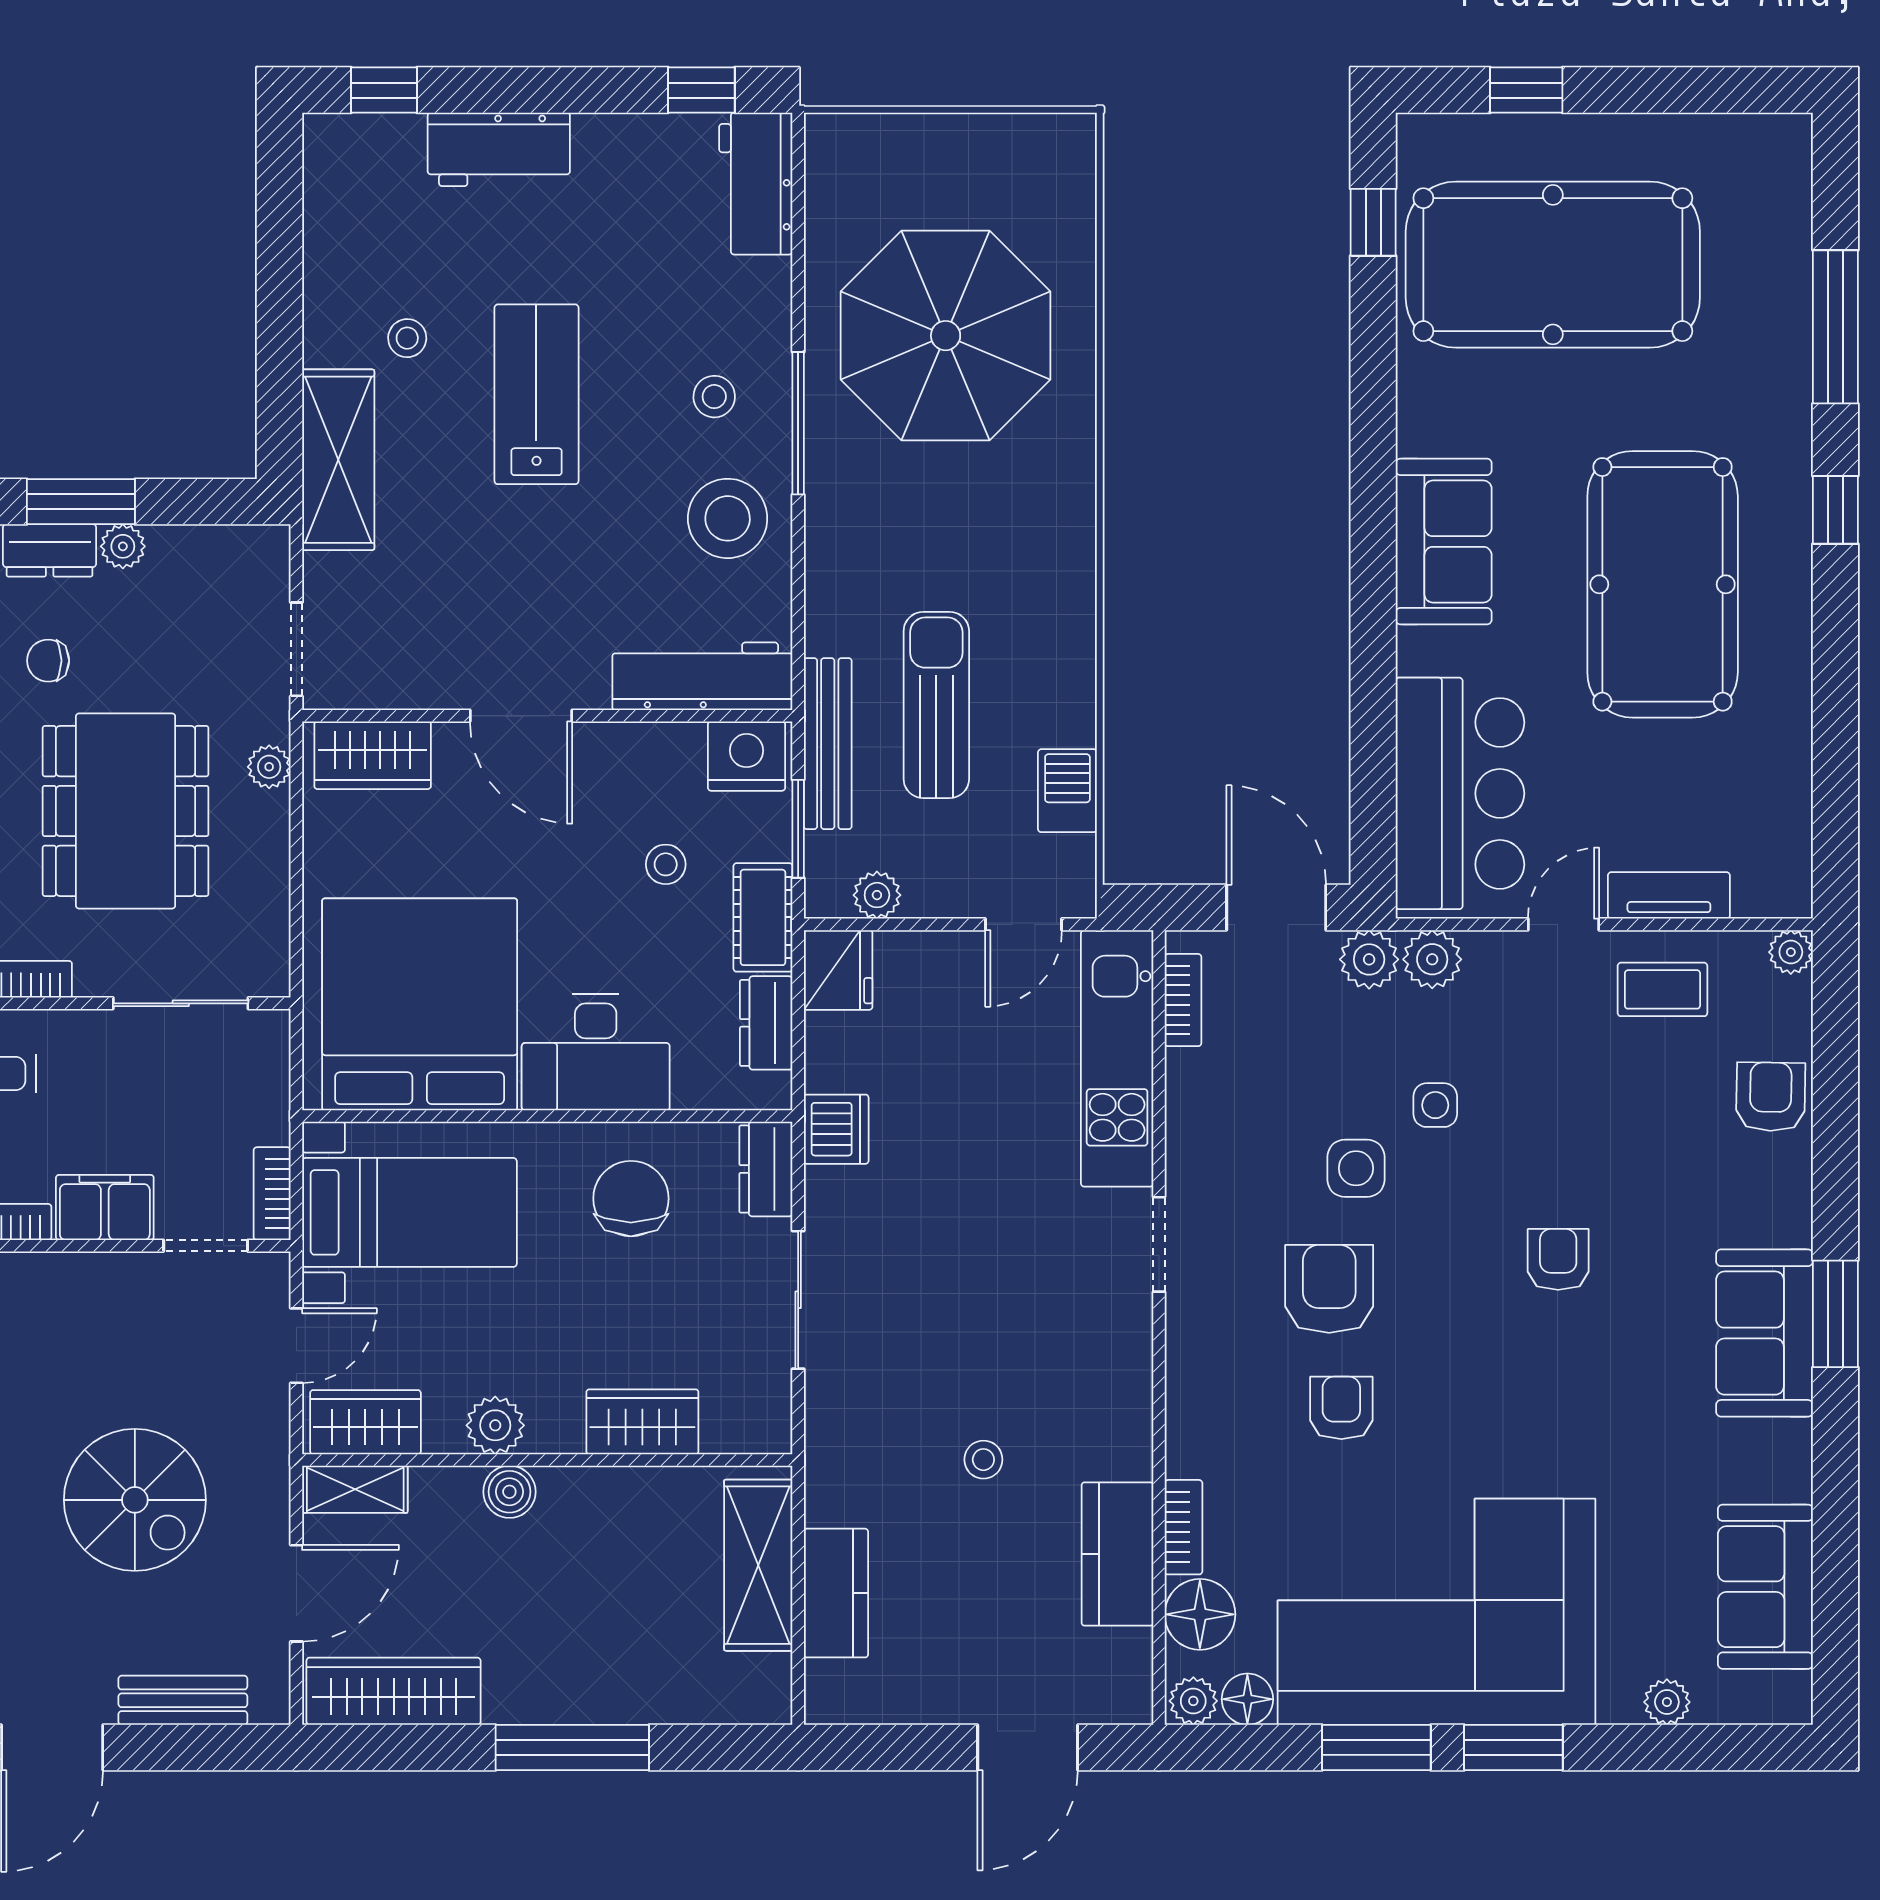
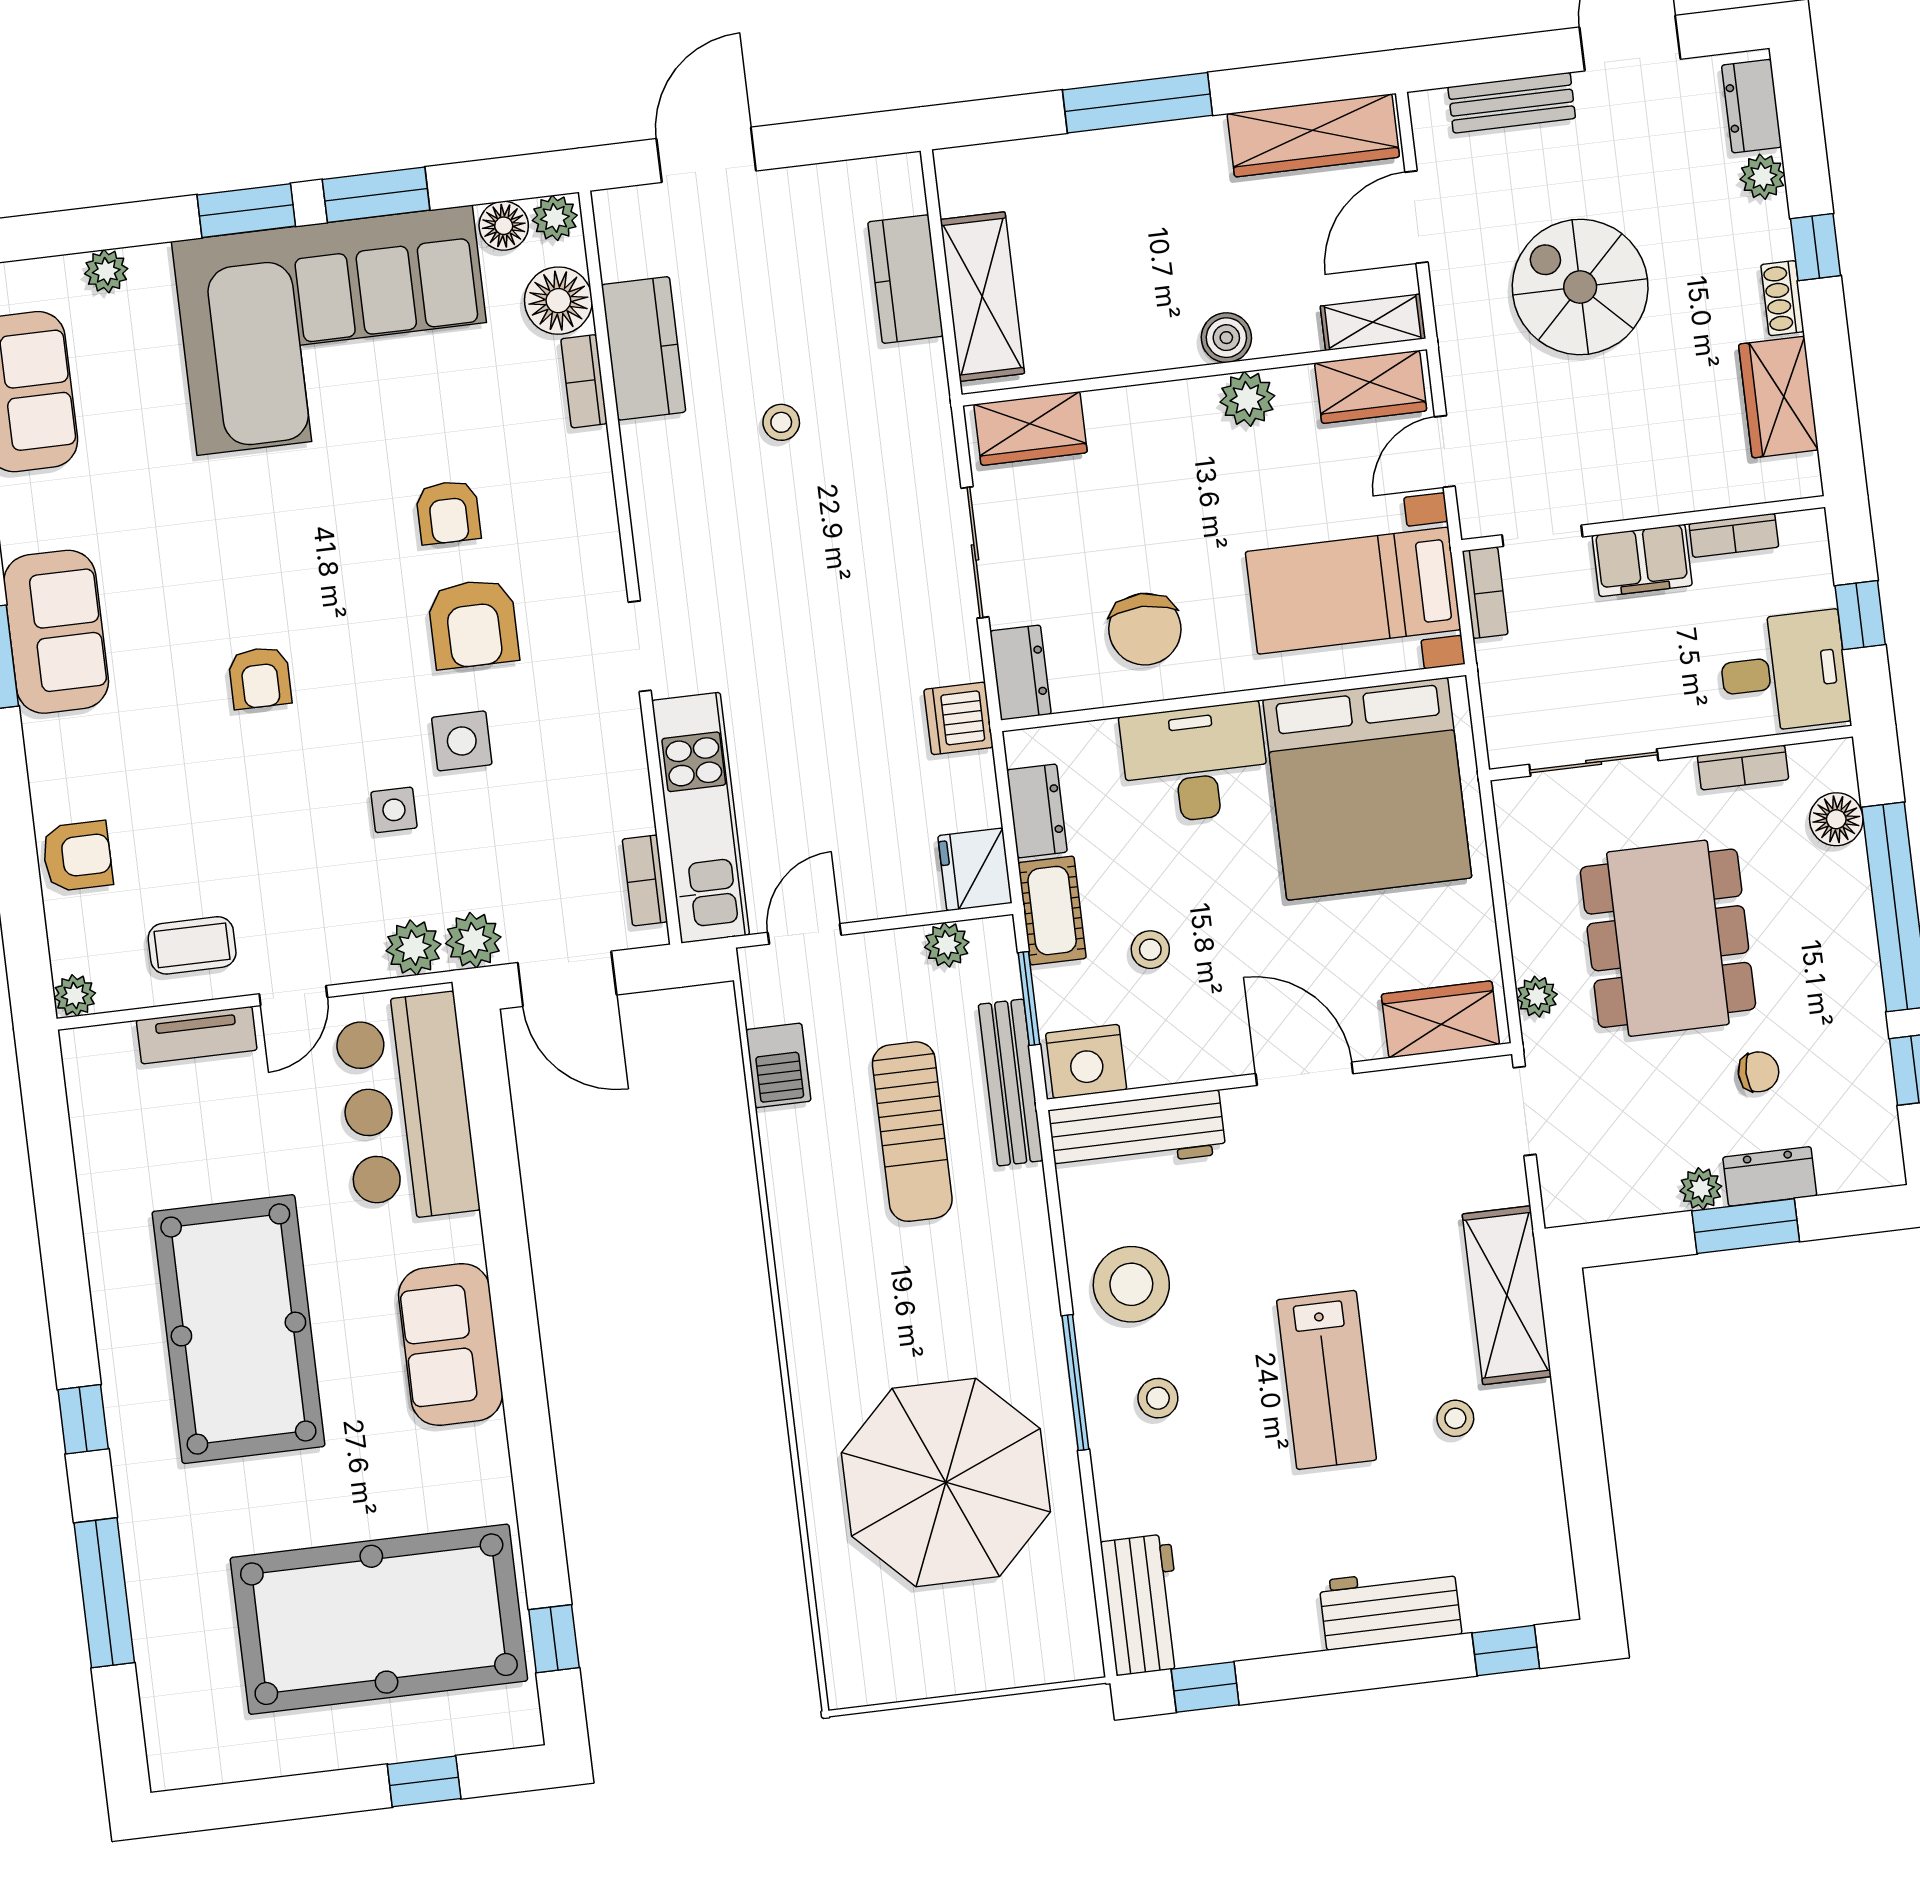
armchair: (1771, 1097) -> (77, 856), turned -91
wardrobe: (642, 1422) -> (1030, 429), moved

